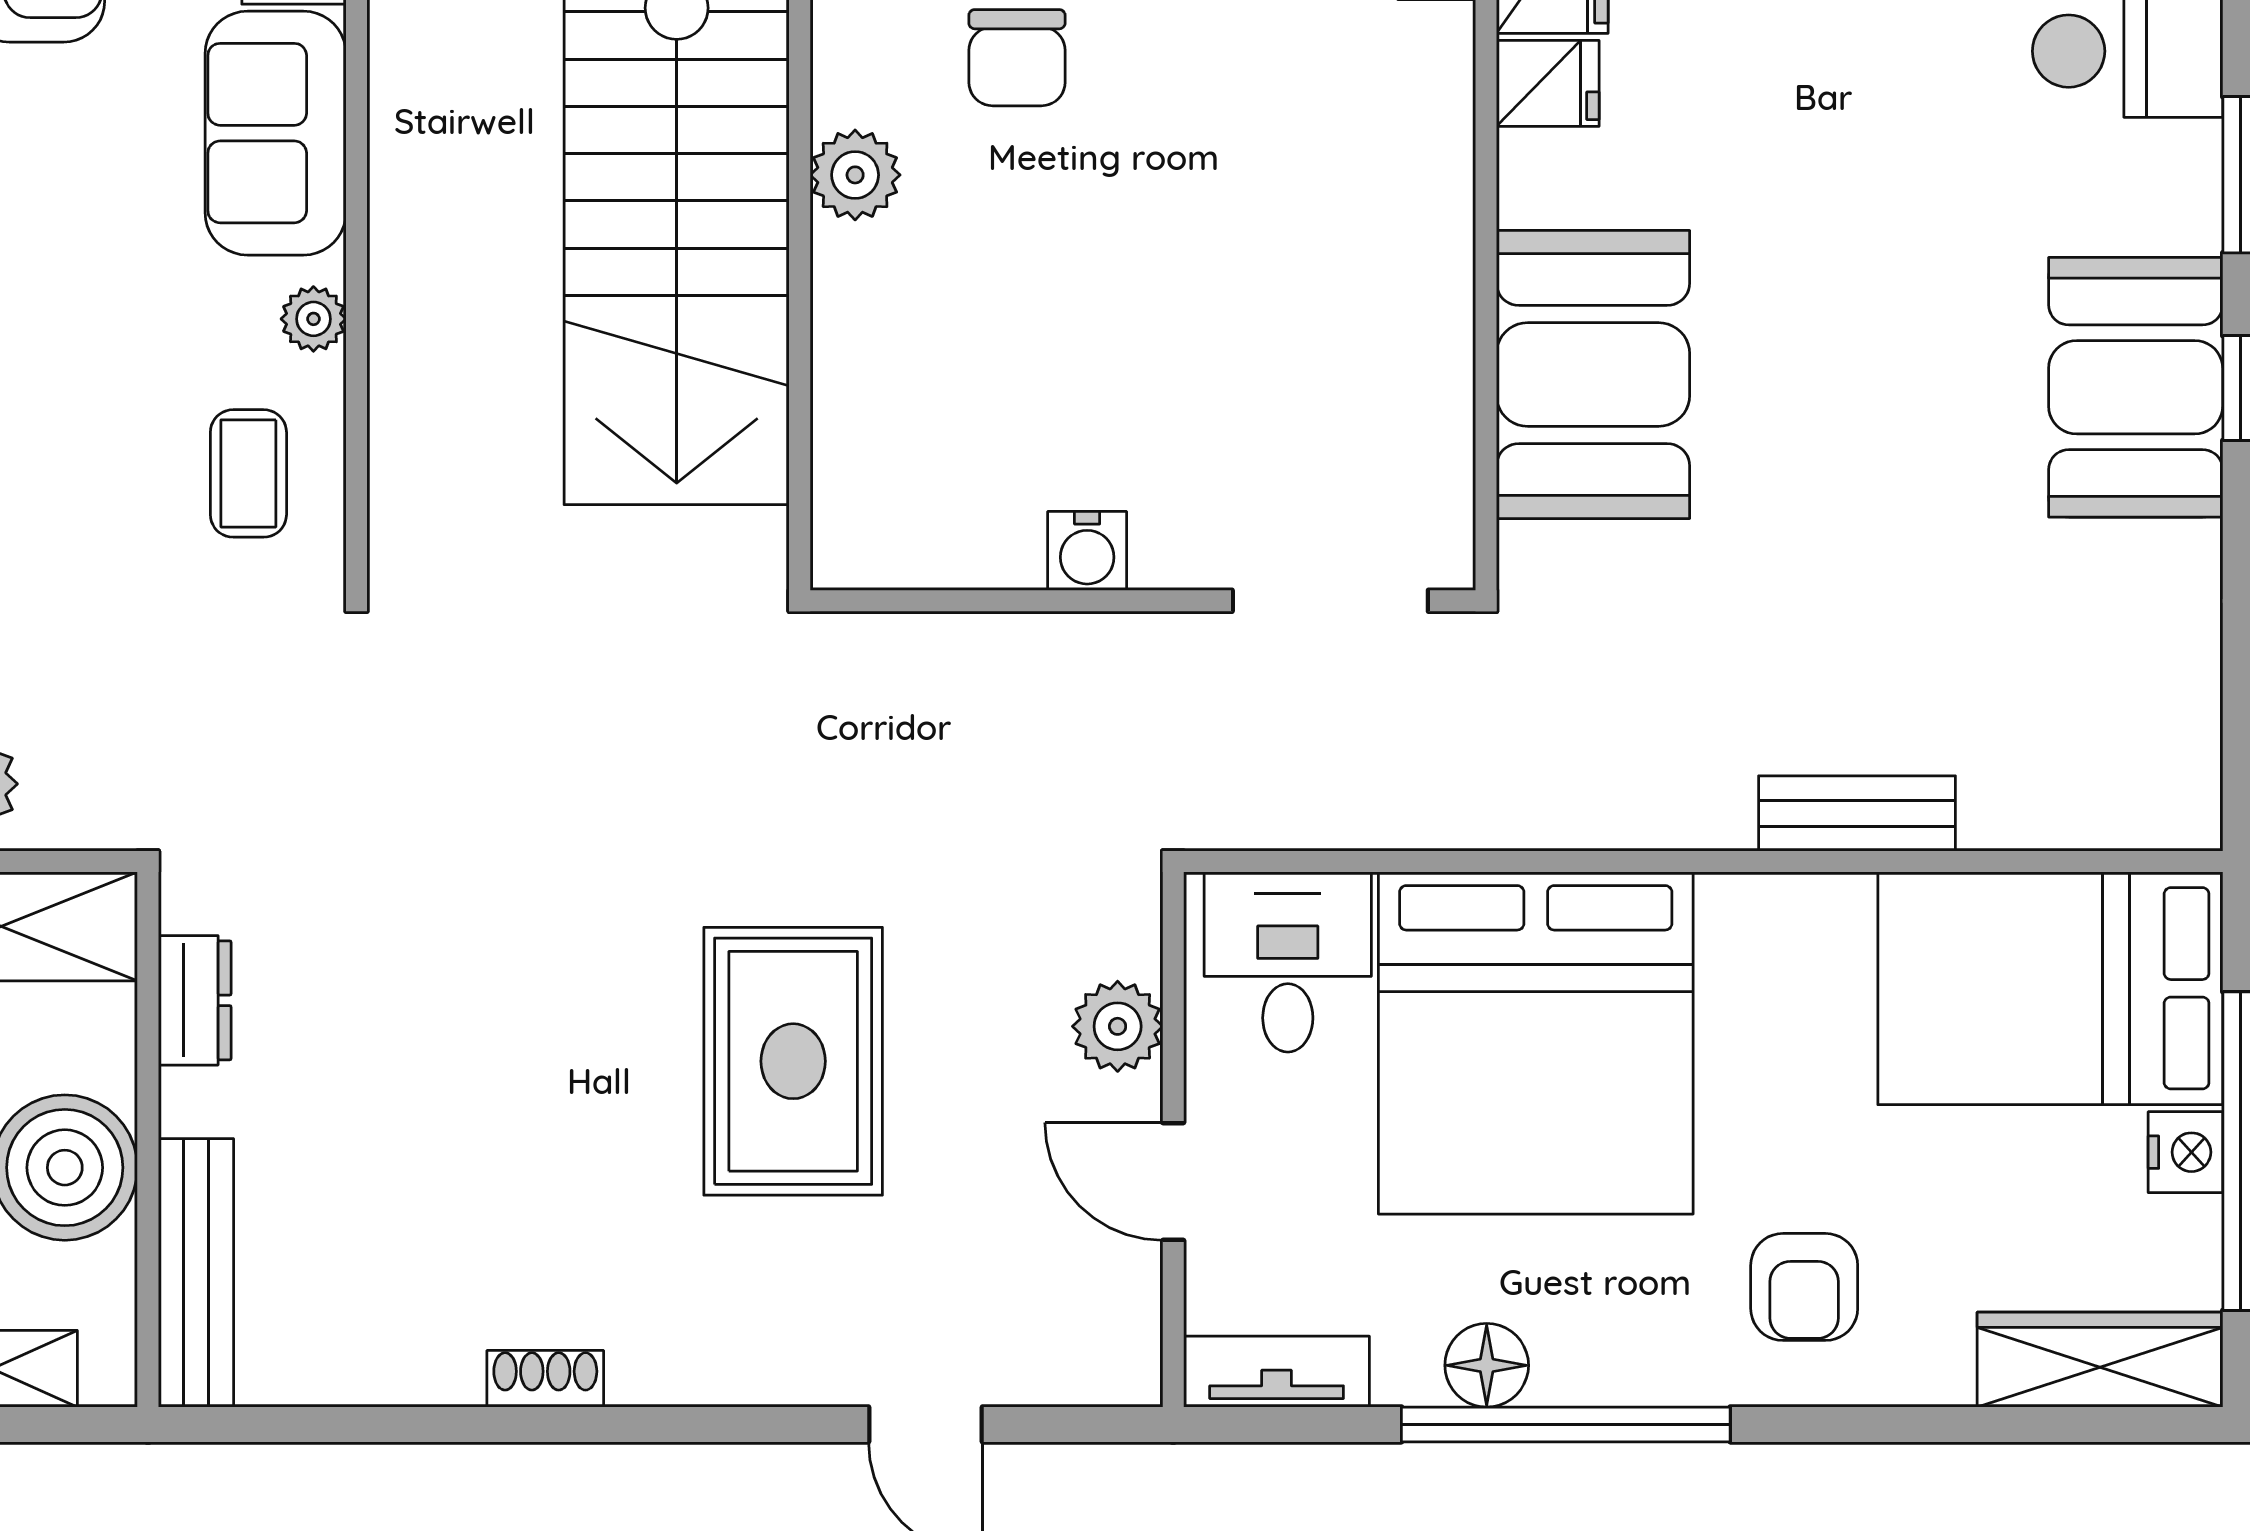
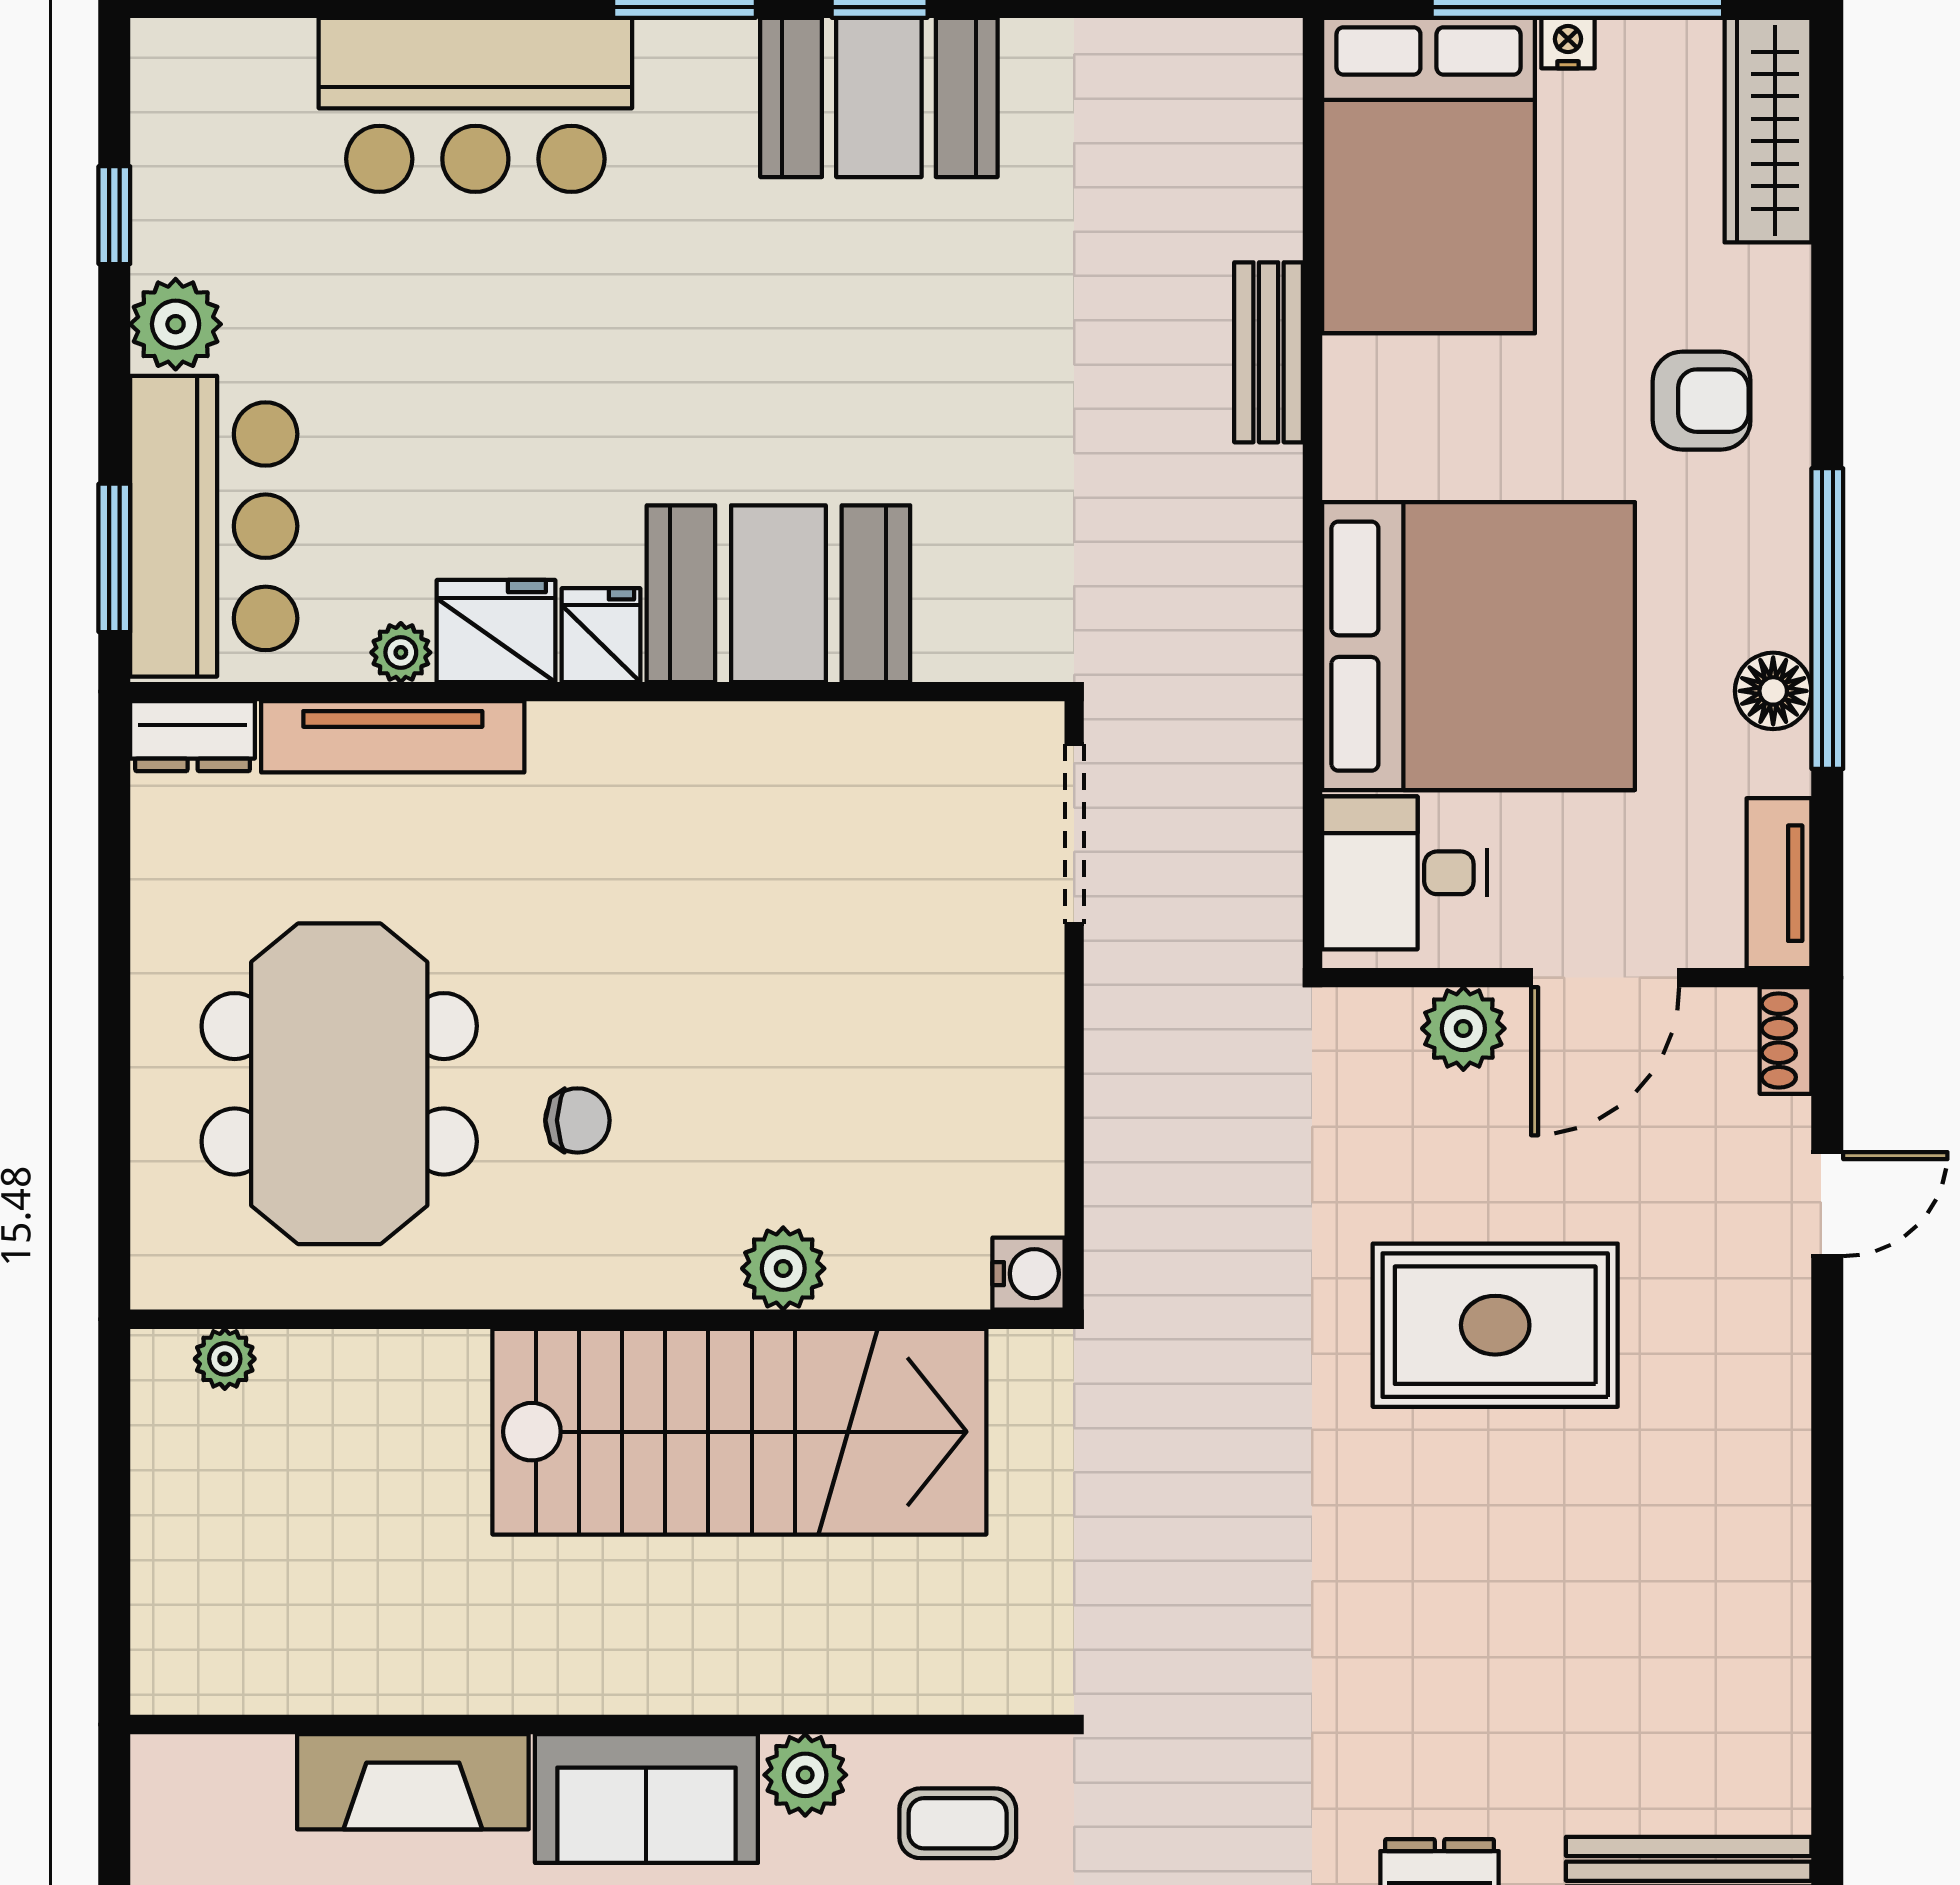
chair: (1017, 58) -> (577, 1120), width x0.73, depth x0.73
plant: (855, 175) -> (783, 1268), moved
plant: (313, 319) -> (805, 1775), width x1.38, depth x1.38
booth: (1593, 374) -> (778, 594), moved
water cooler: (1087, 551) -> (1029, 1274), moved
nightstand: (2185, 1152) -> (1568, 43), width x0.72, depth x0.74
door: (1173, 1182) -> (1605, 978), width x1.38
shoe rack: (545, 1379) -> (1786, 1040), moved

